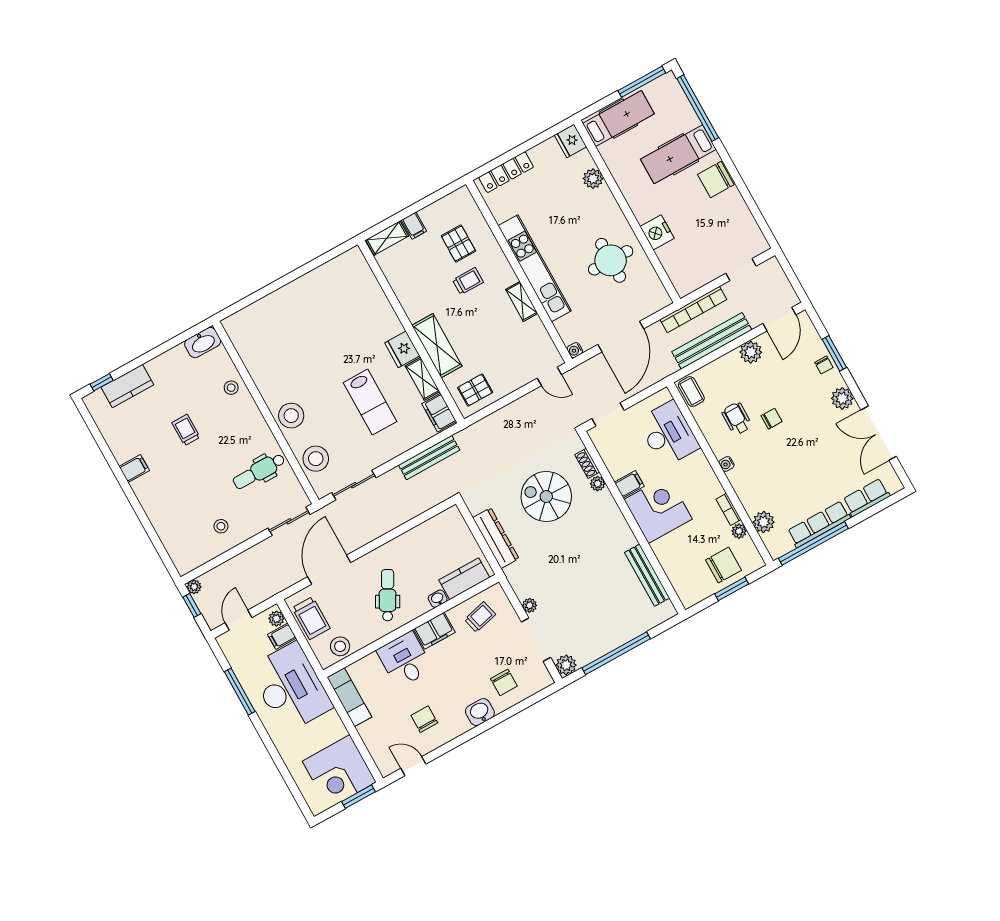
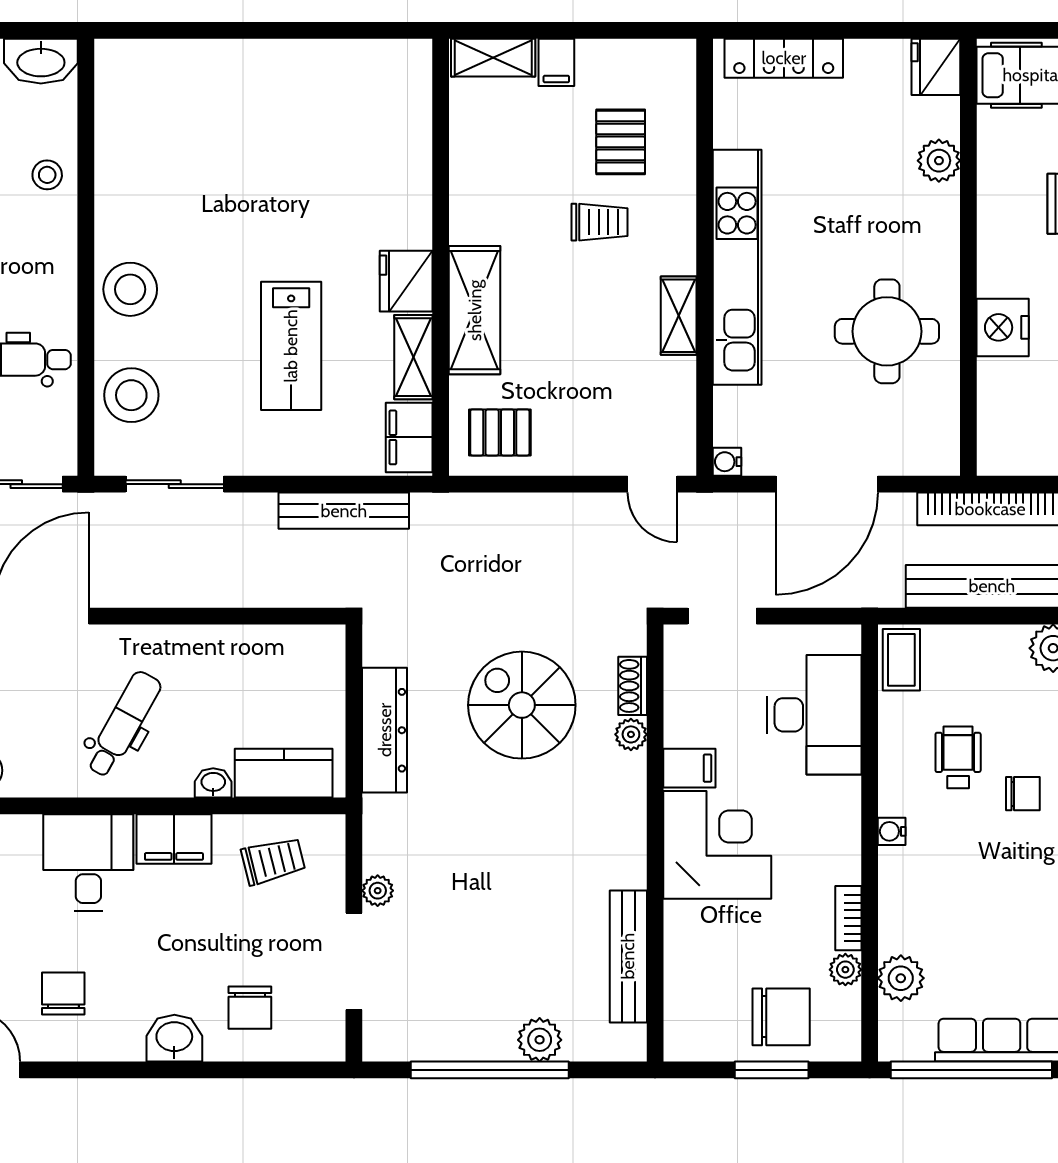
plant: (566, 665) -> (540, 1040), moved

